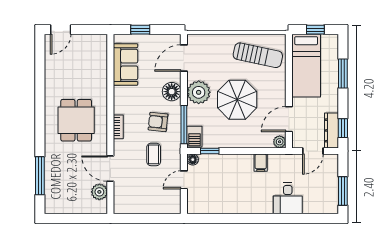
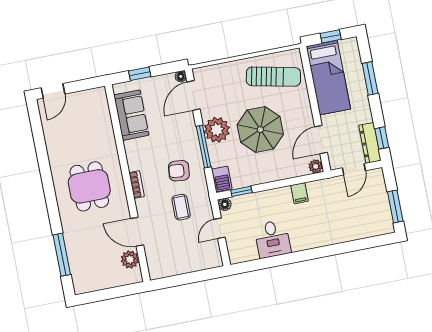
floor lamp: (172, 92) -> (181, 76), moved, width x0.53, depth x0.53
window: (184, 125) -> (203, 147), moved
desk: (288, 198) -> (272, 239), moved

